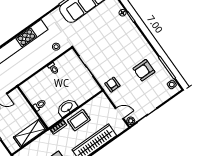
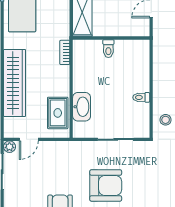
armchair: (112, 85) -> (106, 185), moved, width x1.88, depth x1.88
washbasin: (67, 107) -> (82, 107), moved
rug: (79, 120) -> (58, 113), moved

